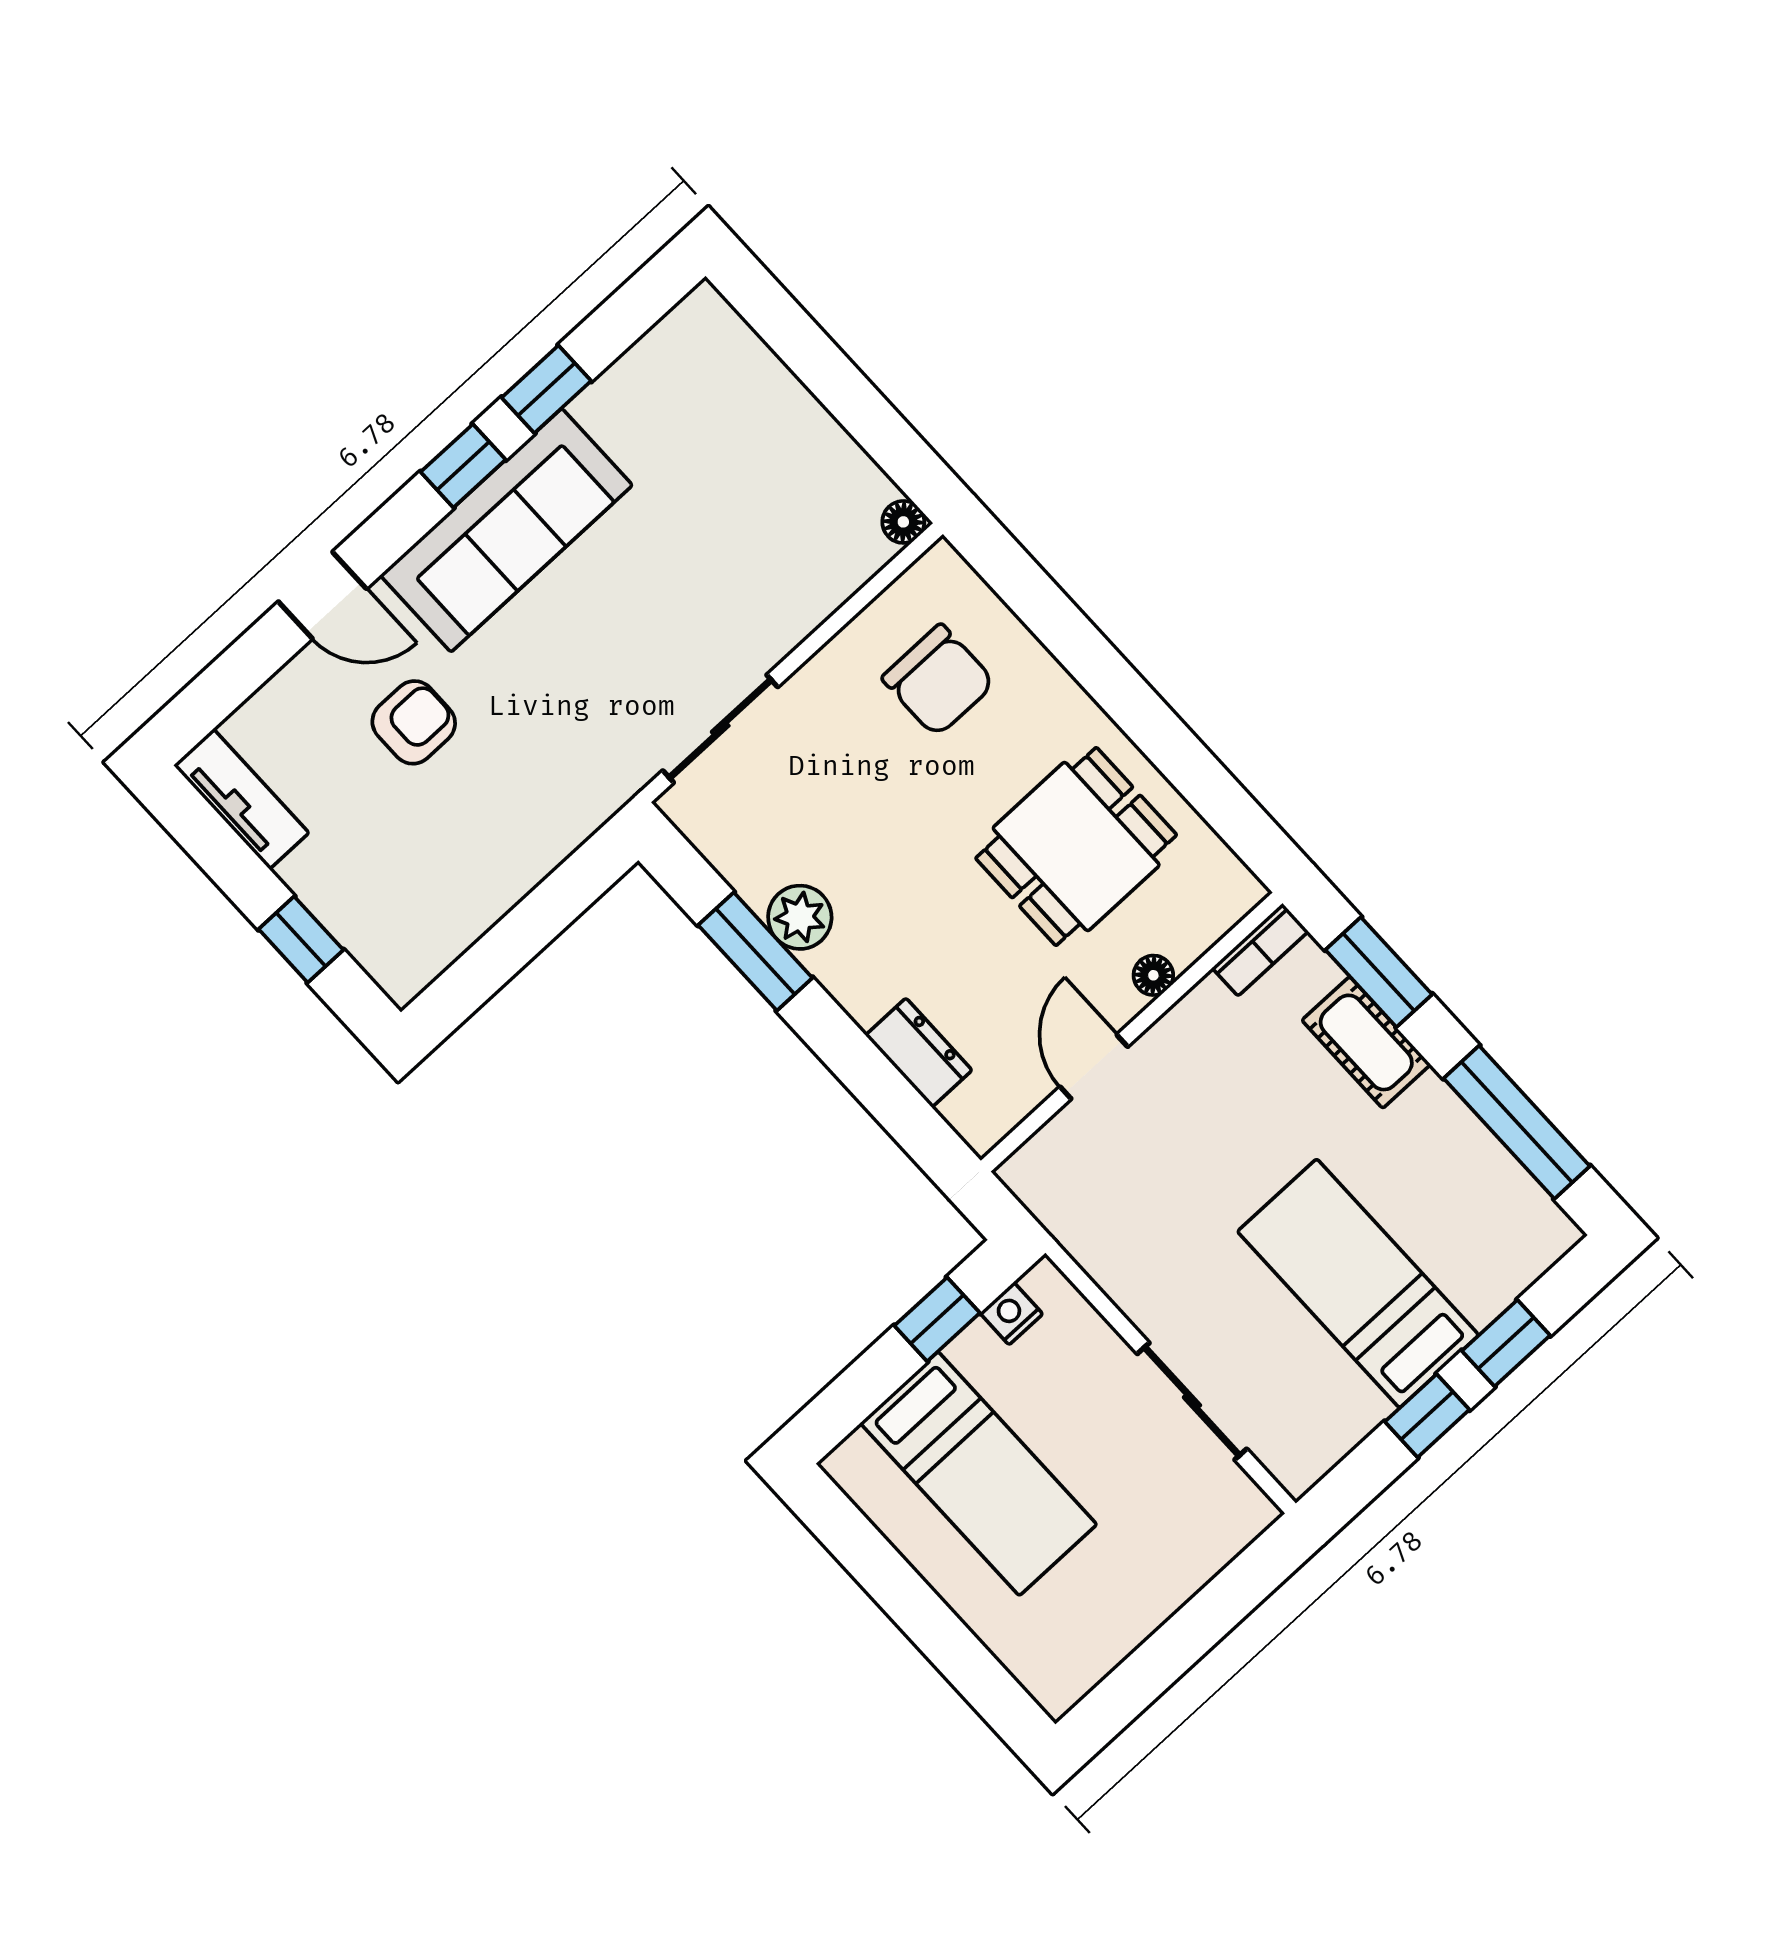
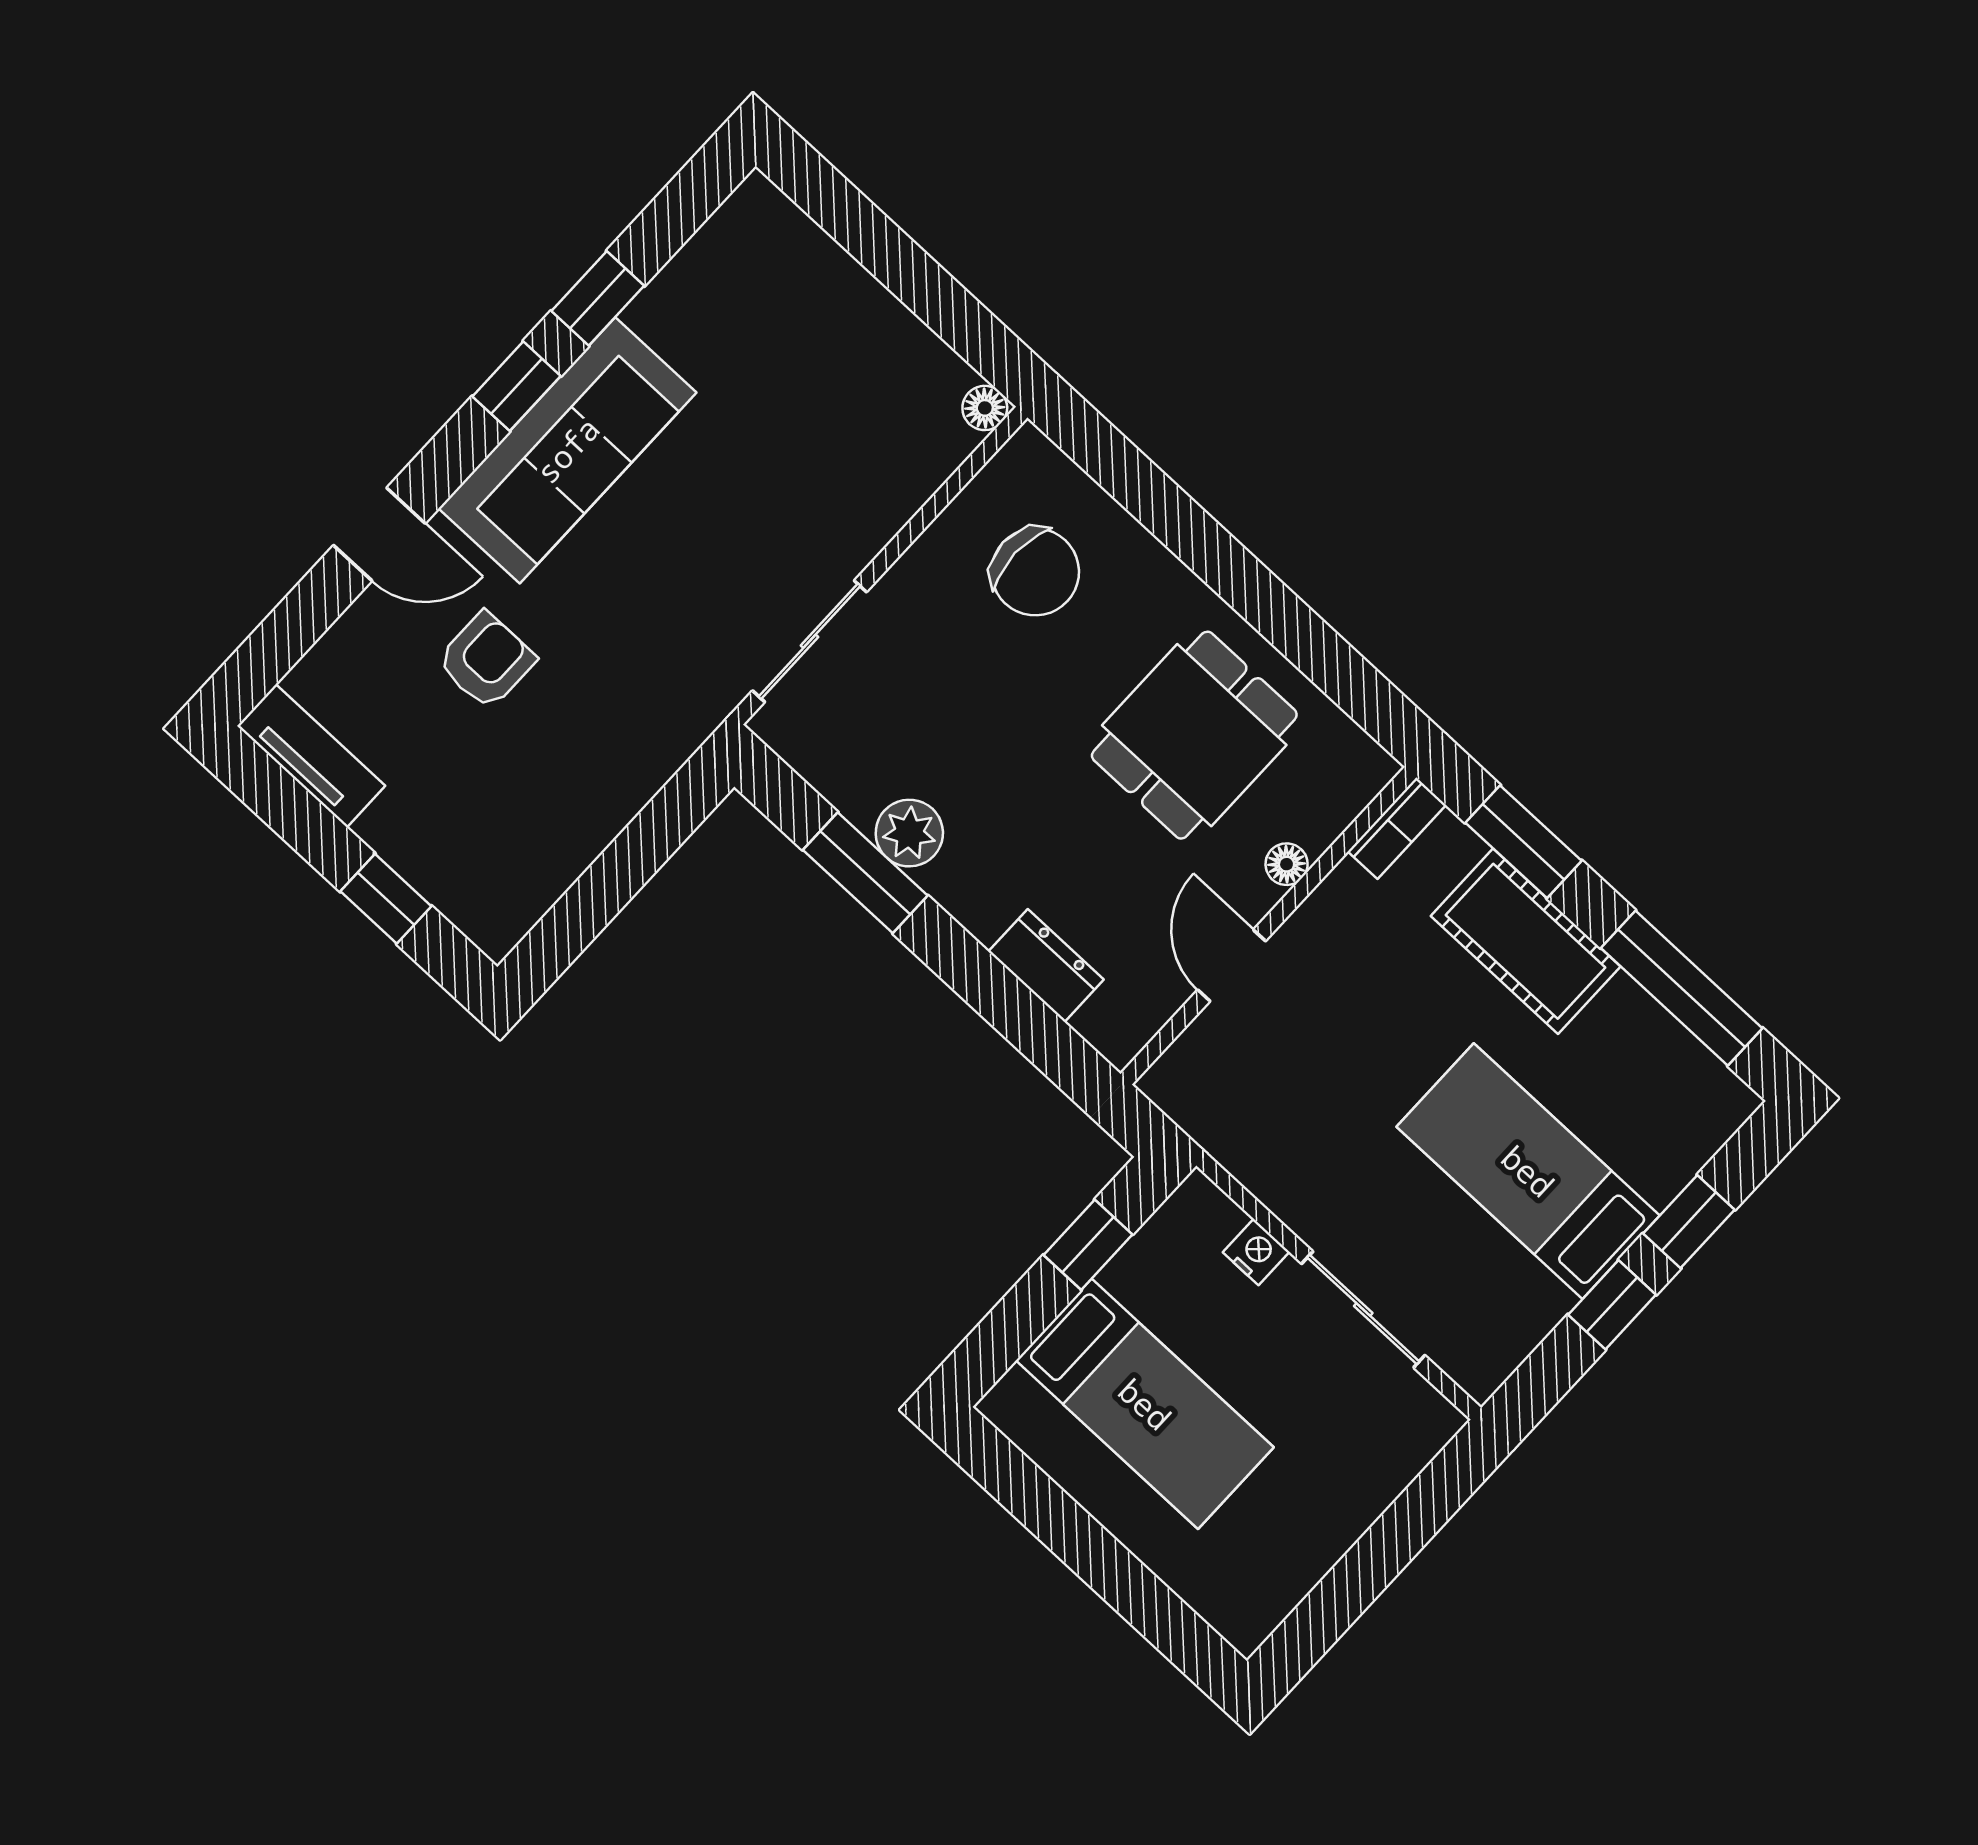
cot: (1366, 1042) -> (1526, 941), width x1.37, depth x1.34
nightstand: (1011, 1313) -> (1256, 1252), moved, turned 90

